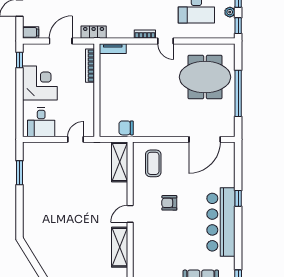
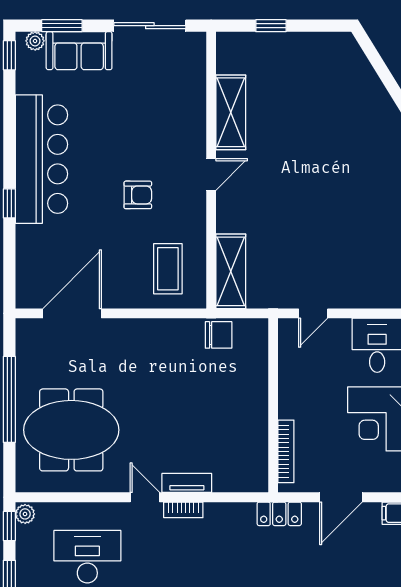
plant: (230, 12) -> (25, 514), moved
tv unit: (113, 49) -> (187, 483), moved

